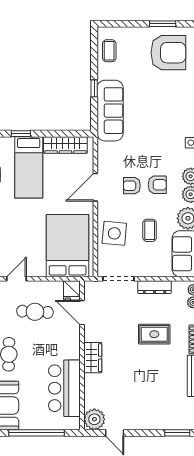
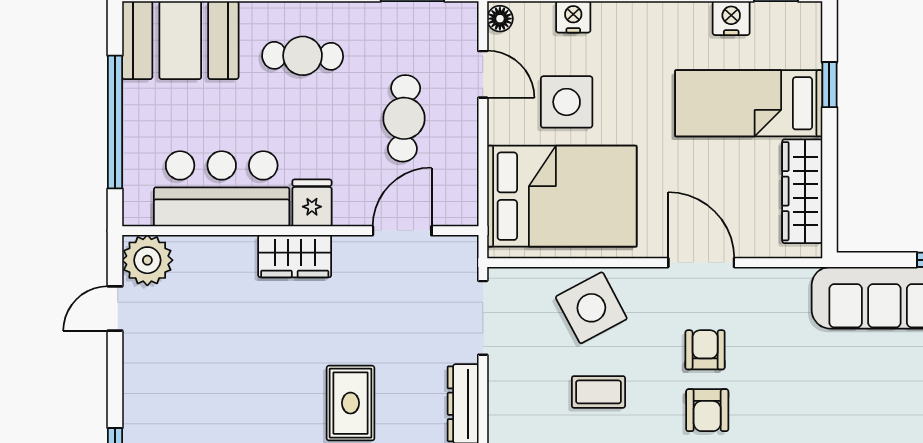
side table: (114, 233) -> (591, 308), turned -33
side table: (28, 244) -> (567, 102), added
fridge: (72, 290) -> (312, 203), moved, turned 90

